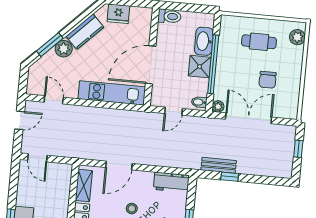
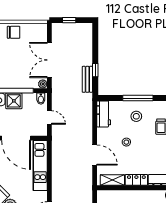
chair: (268, 80) -> (14, 32), moved

